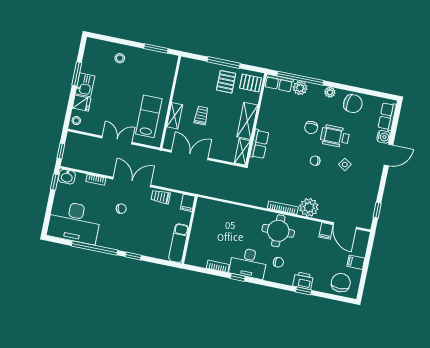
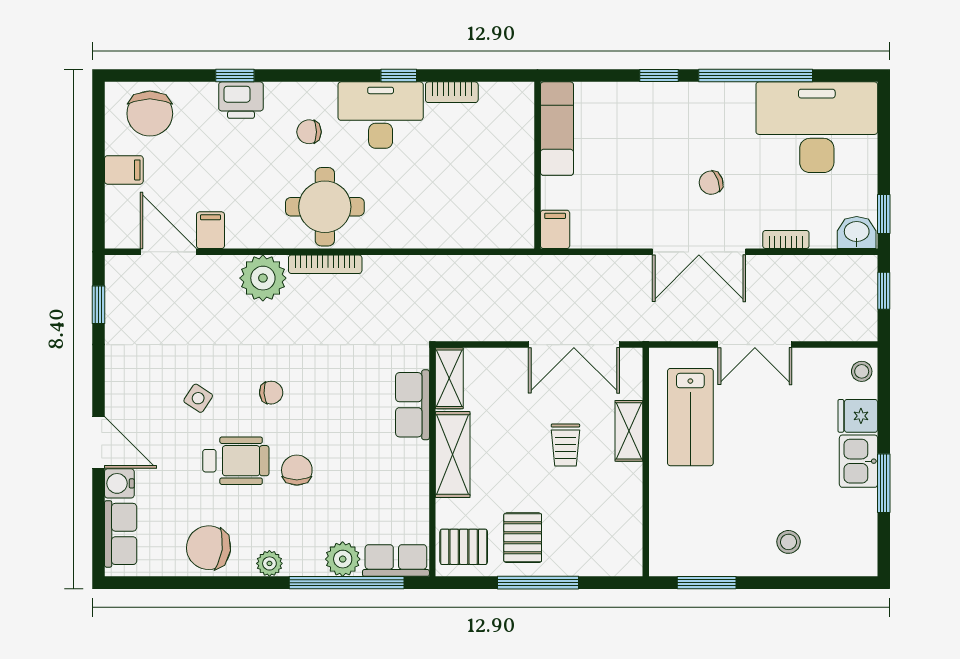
door: (388, 155) -> (98, 442), swing flipped
trolley: (161, 197) -> (623, 230), removed

